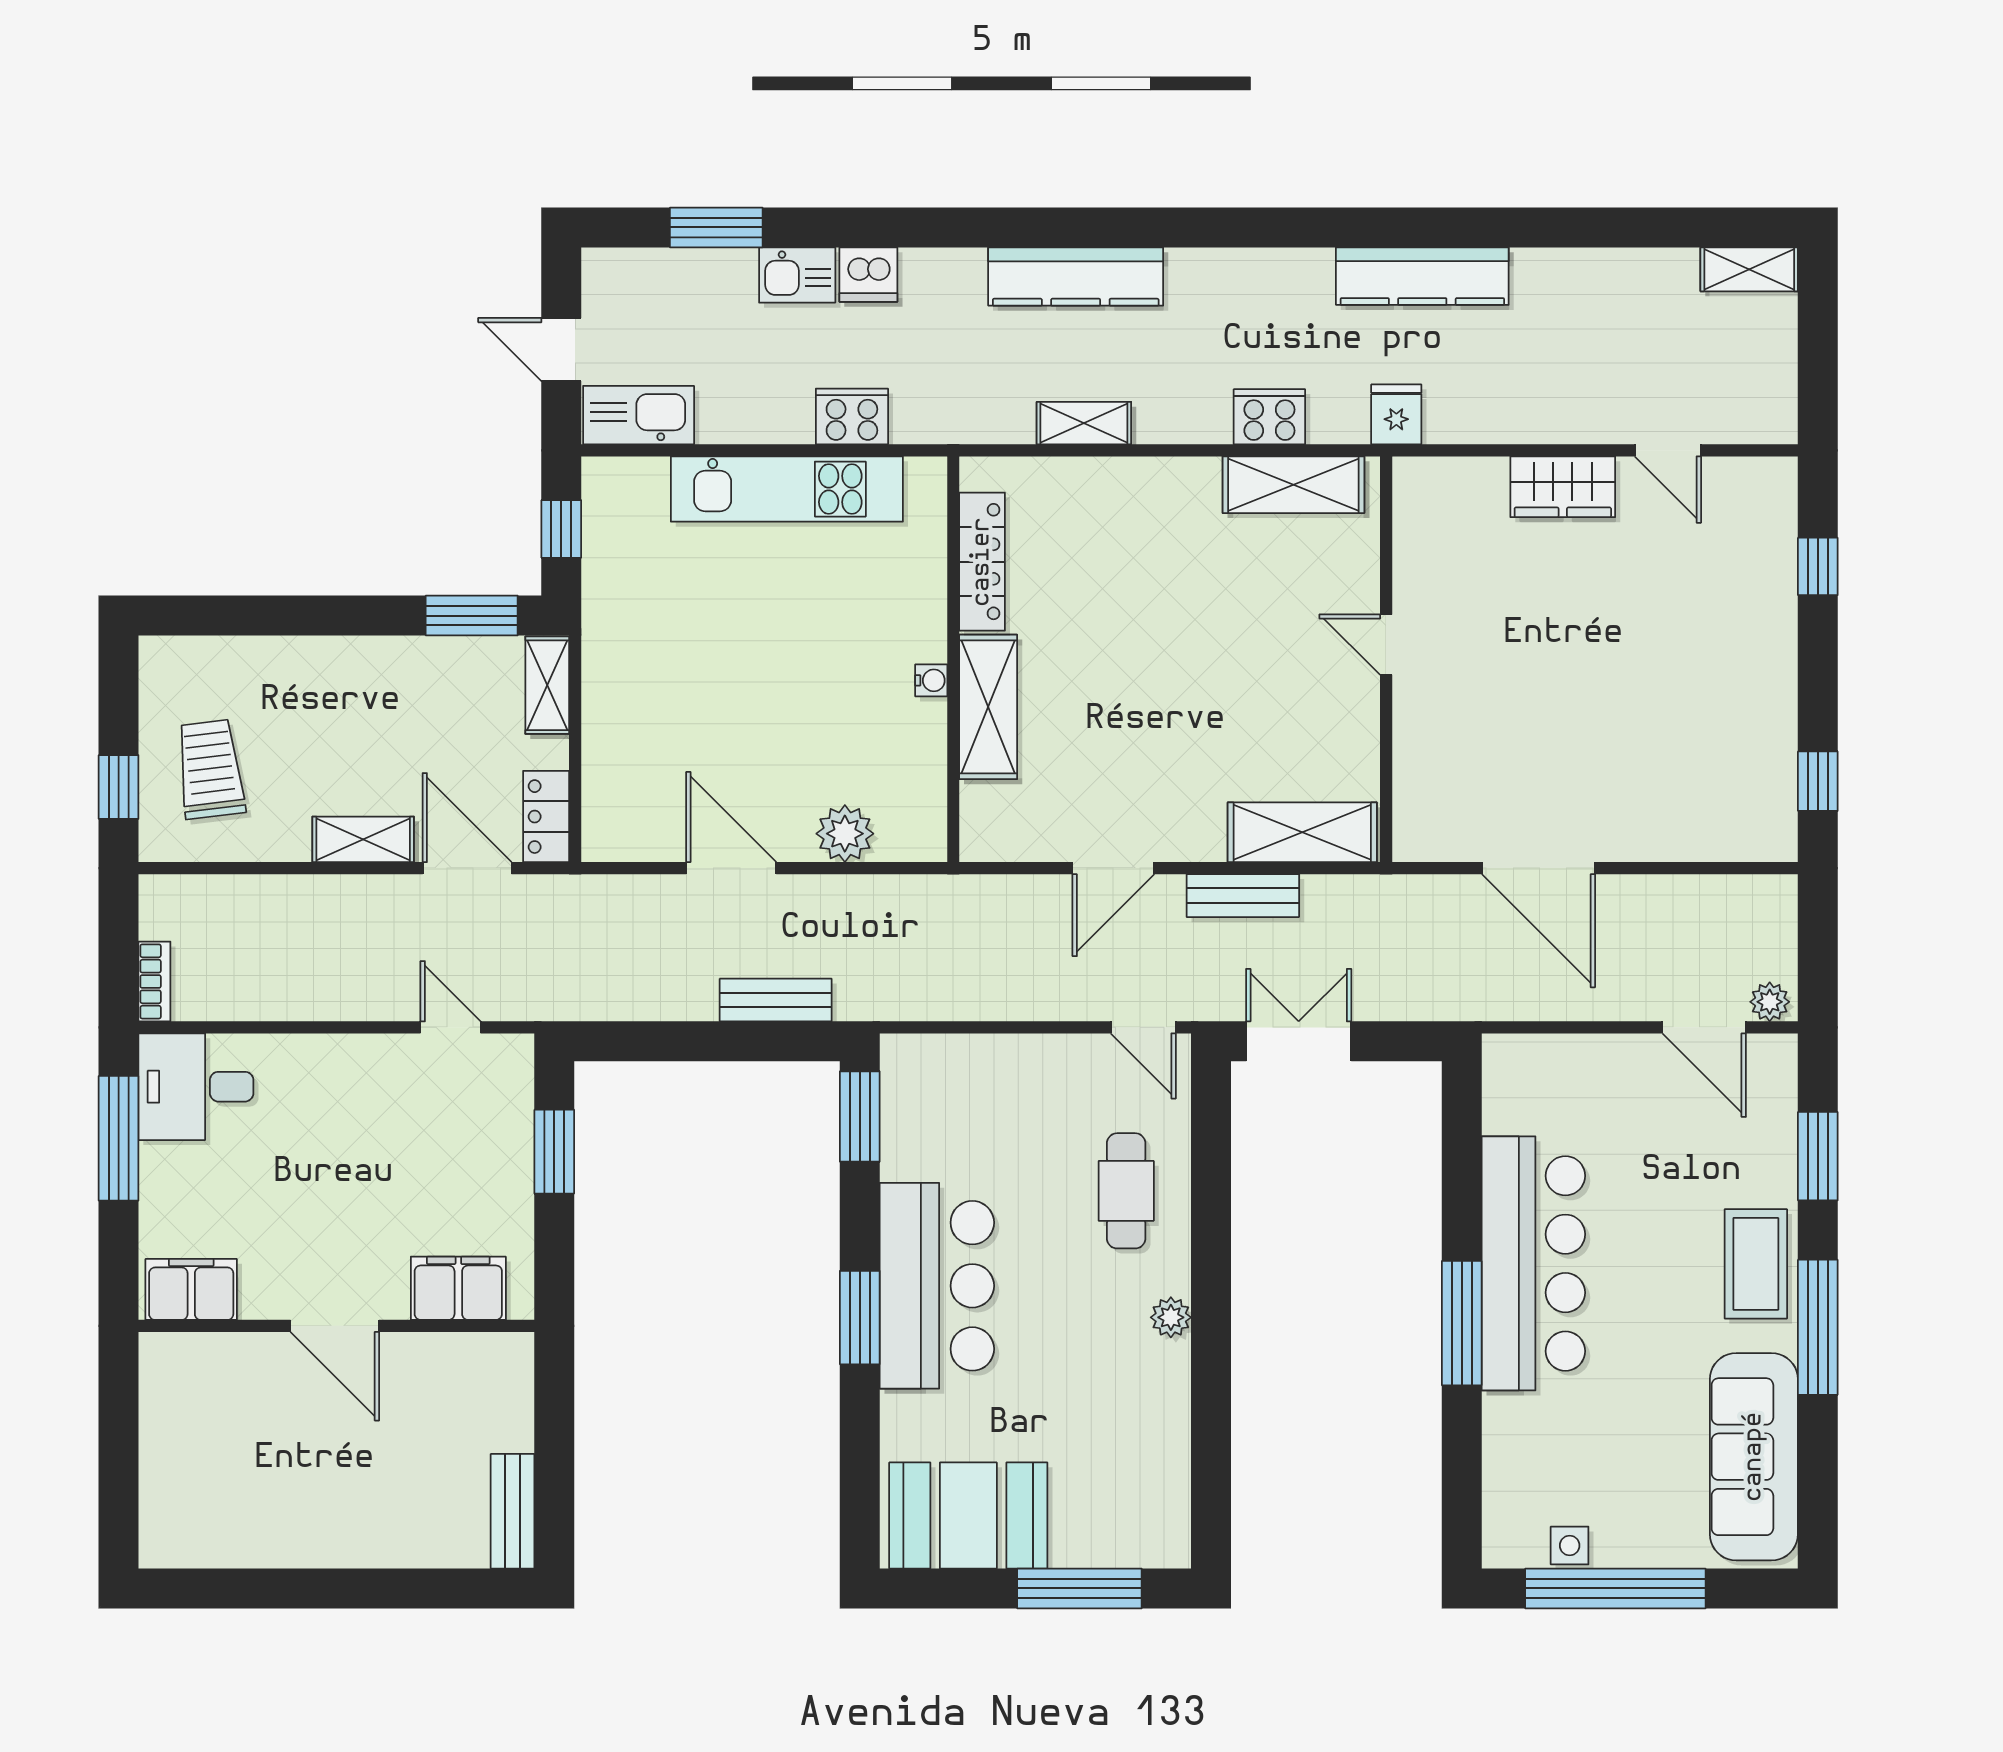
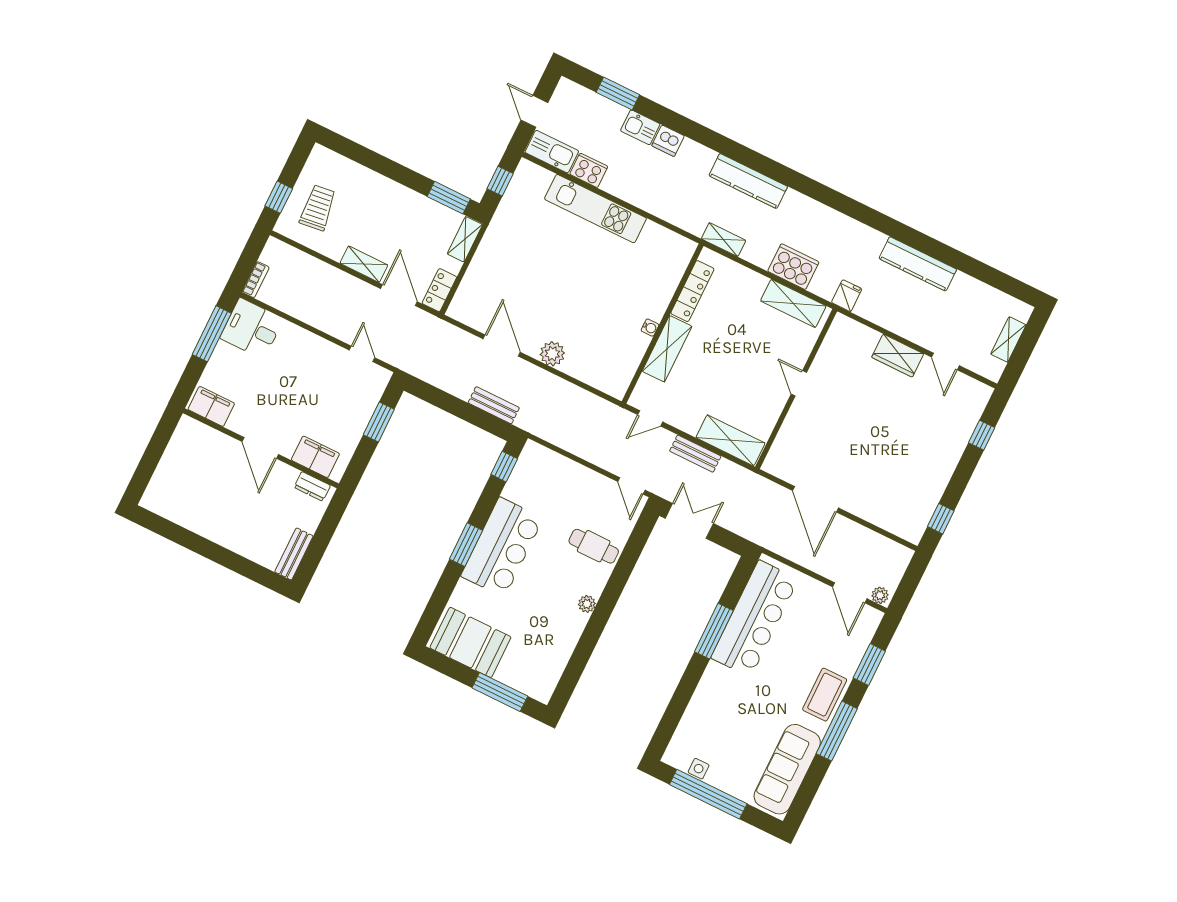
shelving: (1749, 269) -> (1008, 339), moved, turned 90
kitchen counter: (1422, 276) -> (918, 264), moved
cooker: (852, 416) -> (589, 170), moved
cooker: (1269, 417) -> (793, 267), width x1.37, depth x1.31
locker: (982, 562) -> (692, 291), moved
wall: (953, 659) -> (663, 324), moved
water cooler: (931, 680) -> (650, 328), moved
shelving: (988, 707) -> (667, 349), moved
door: (1113, 868) -> (650, 418), width x0.73
window: (860, 1116) -> (504, 467), width x0.67
cafe table: (1126, 1191) -> (594, 546), turned 90
bar counter: (1533, 1263) -> (755, 618), moved
window: (1462, 1323) -> (714, 631), moved
dresser: (482, 1353) -> (312, 486), added

